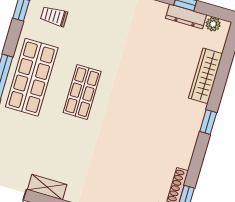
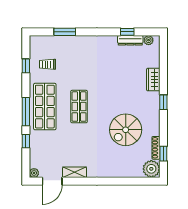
wardrobe: (206, 76) -> (153, 80), width x0.67
spiral stairs: (141, 146) -> (126, 130), added

